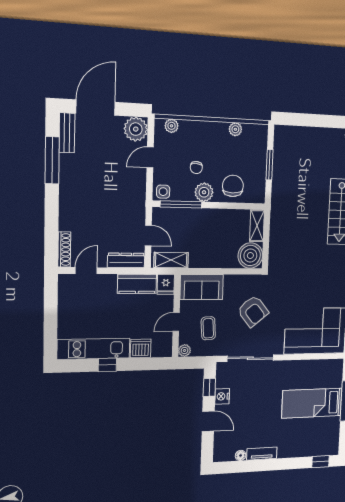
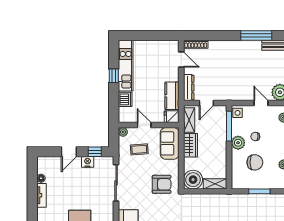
chair: (233, 186) -> (255, 162), moved
wardrobe: (205, 259) -> (190, 145), added
armchair: (253, 311) -> (162, 184), moved, turned -141

